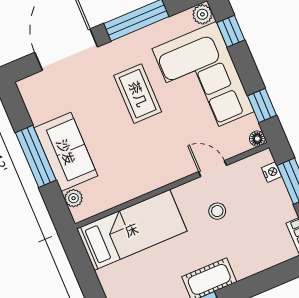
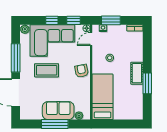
window: (231, 31) -> (52, 20), moved
armchair: (166, 165) -> (82, 71), added
door: (213, 169) -> (91, 39), moved

